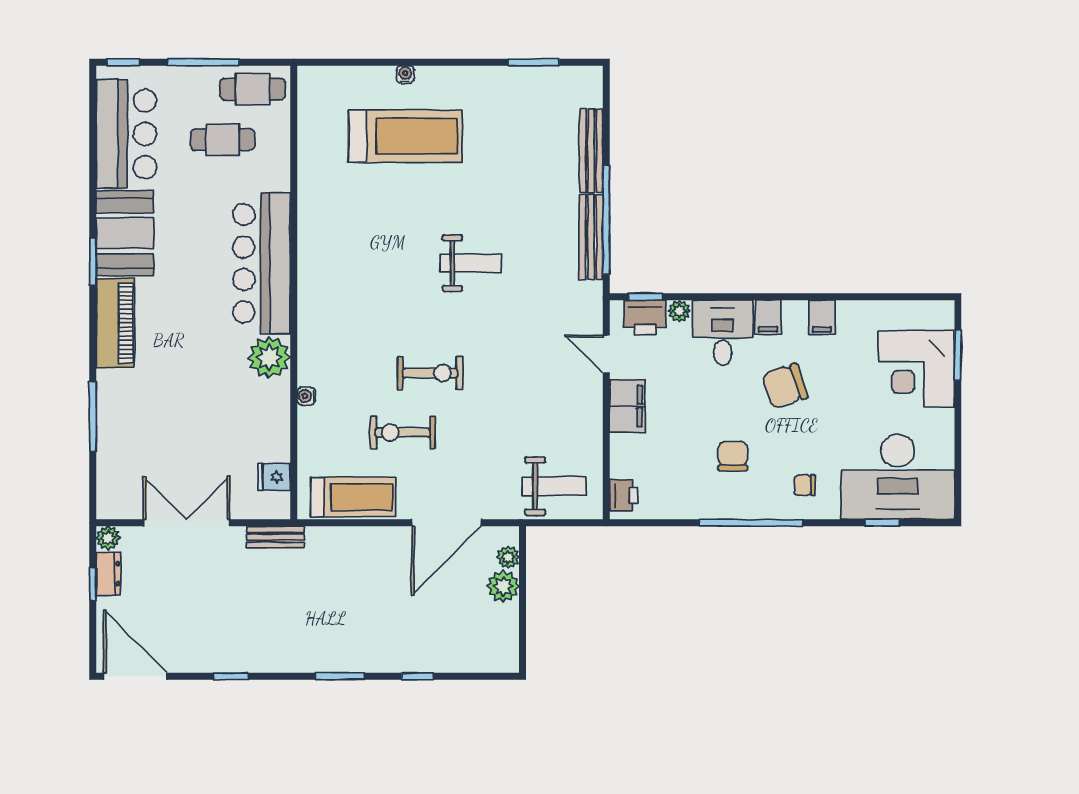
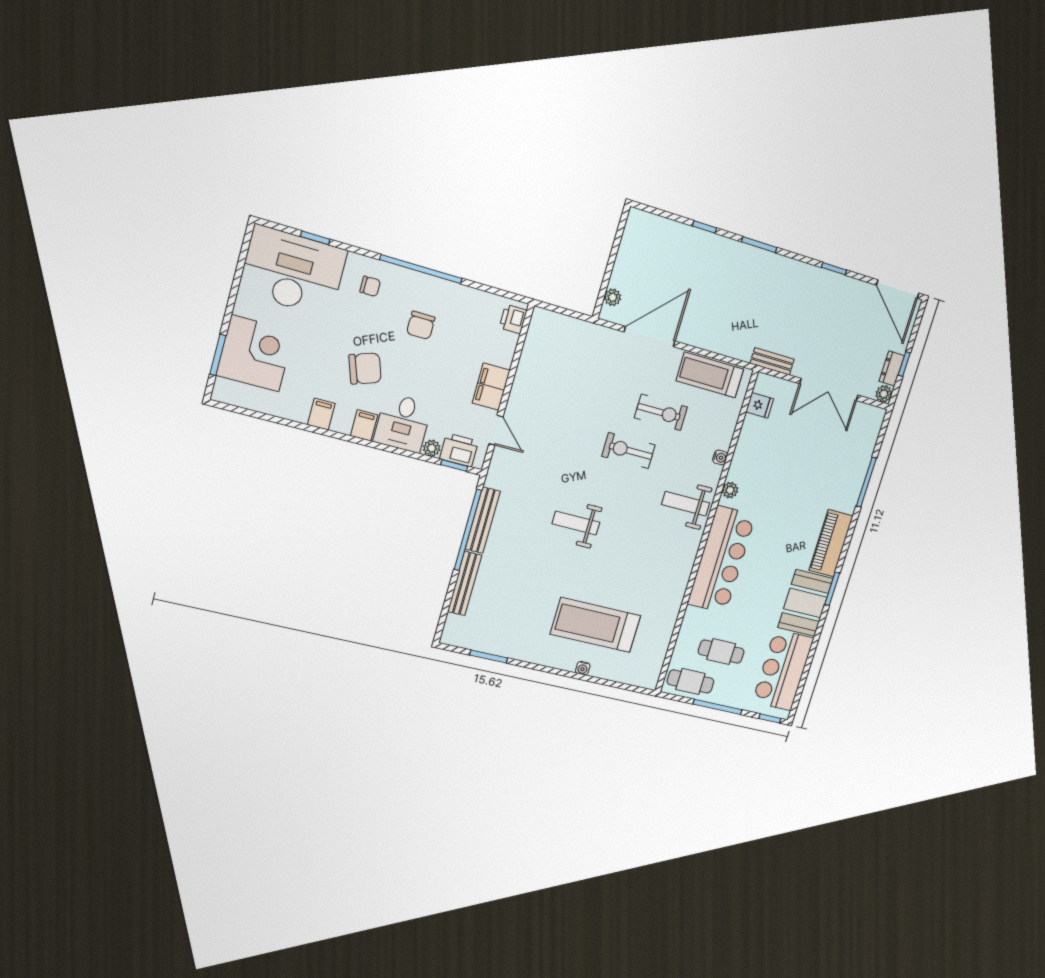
plant: (269, 357) -> (730, 490), width x0.53, depth x0.53
weight bench: (554, 486) -> (686, 504), moved
plant: (503, 587) -> (623, 276), removed

